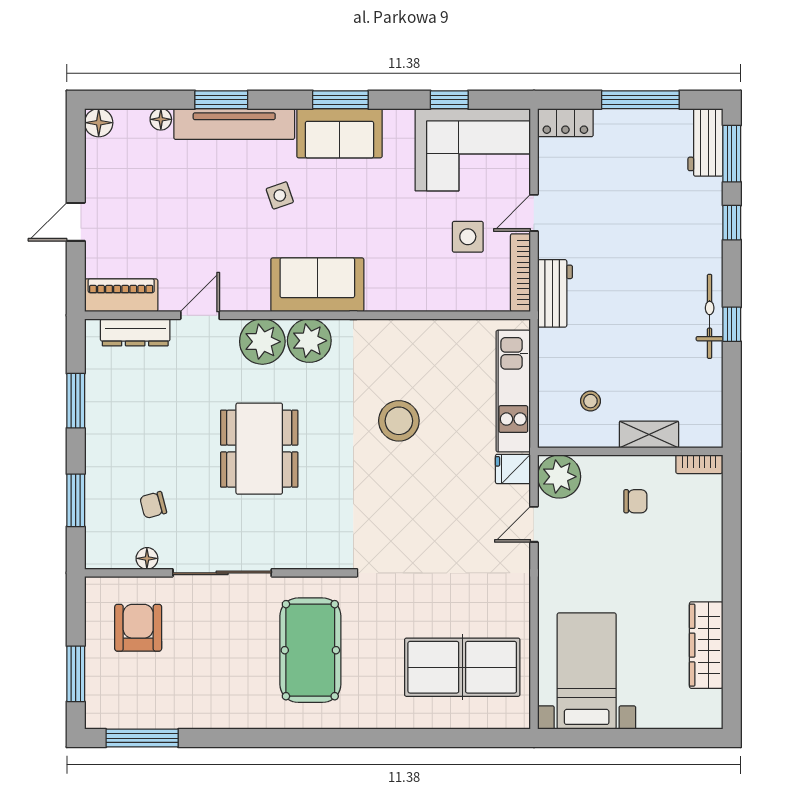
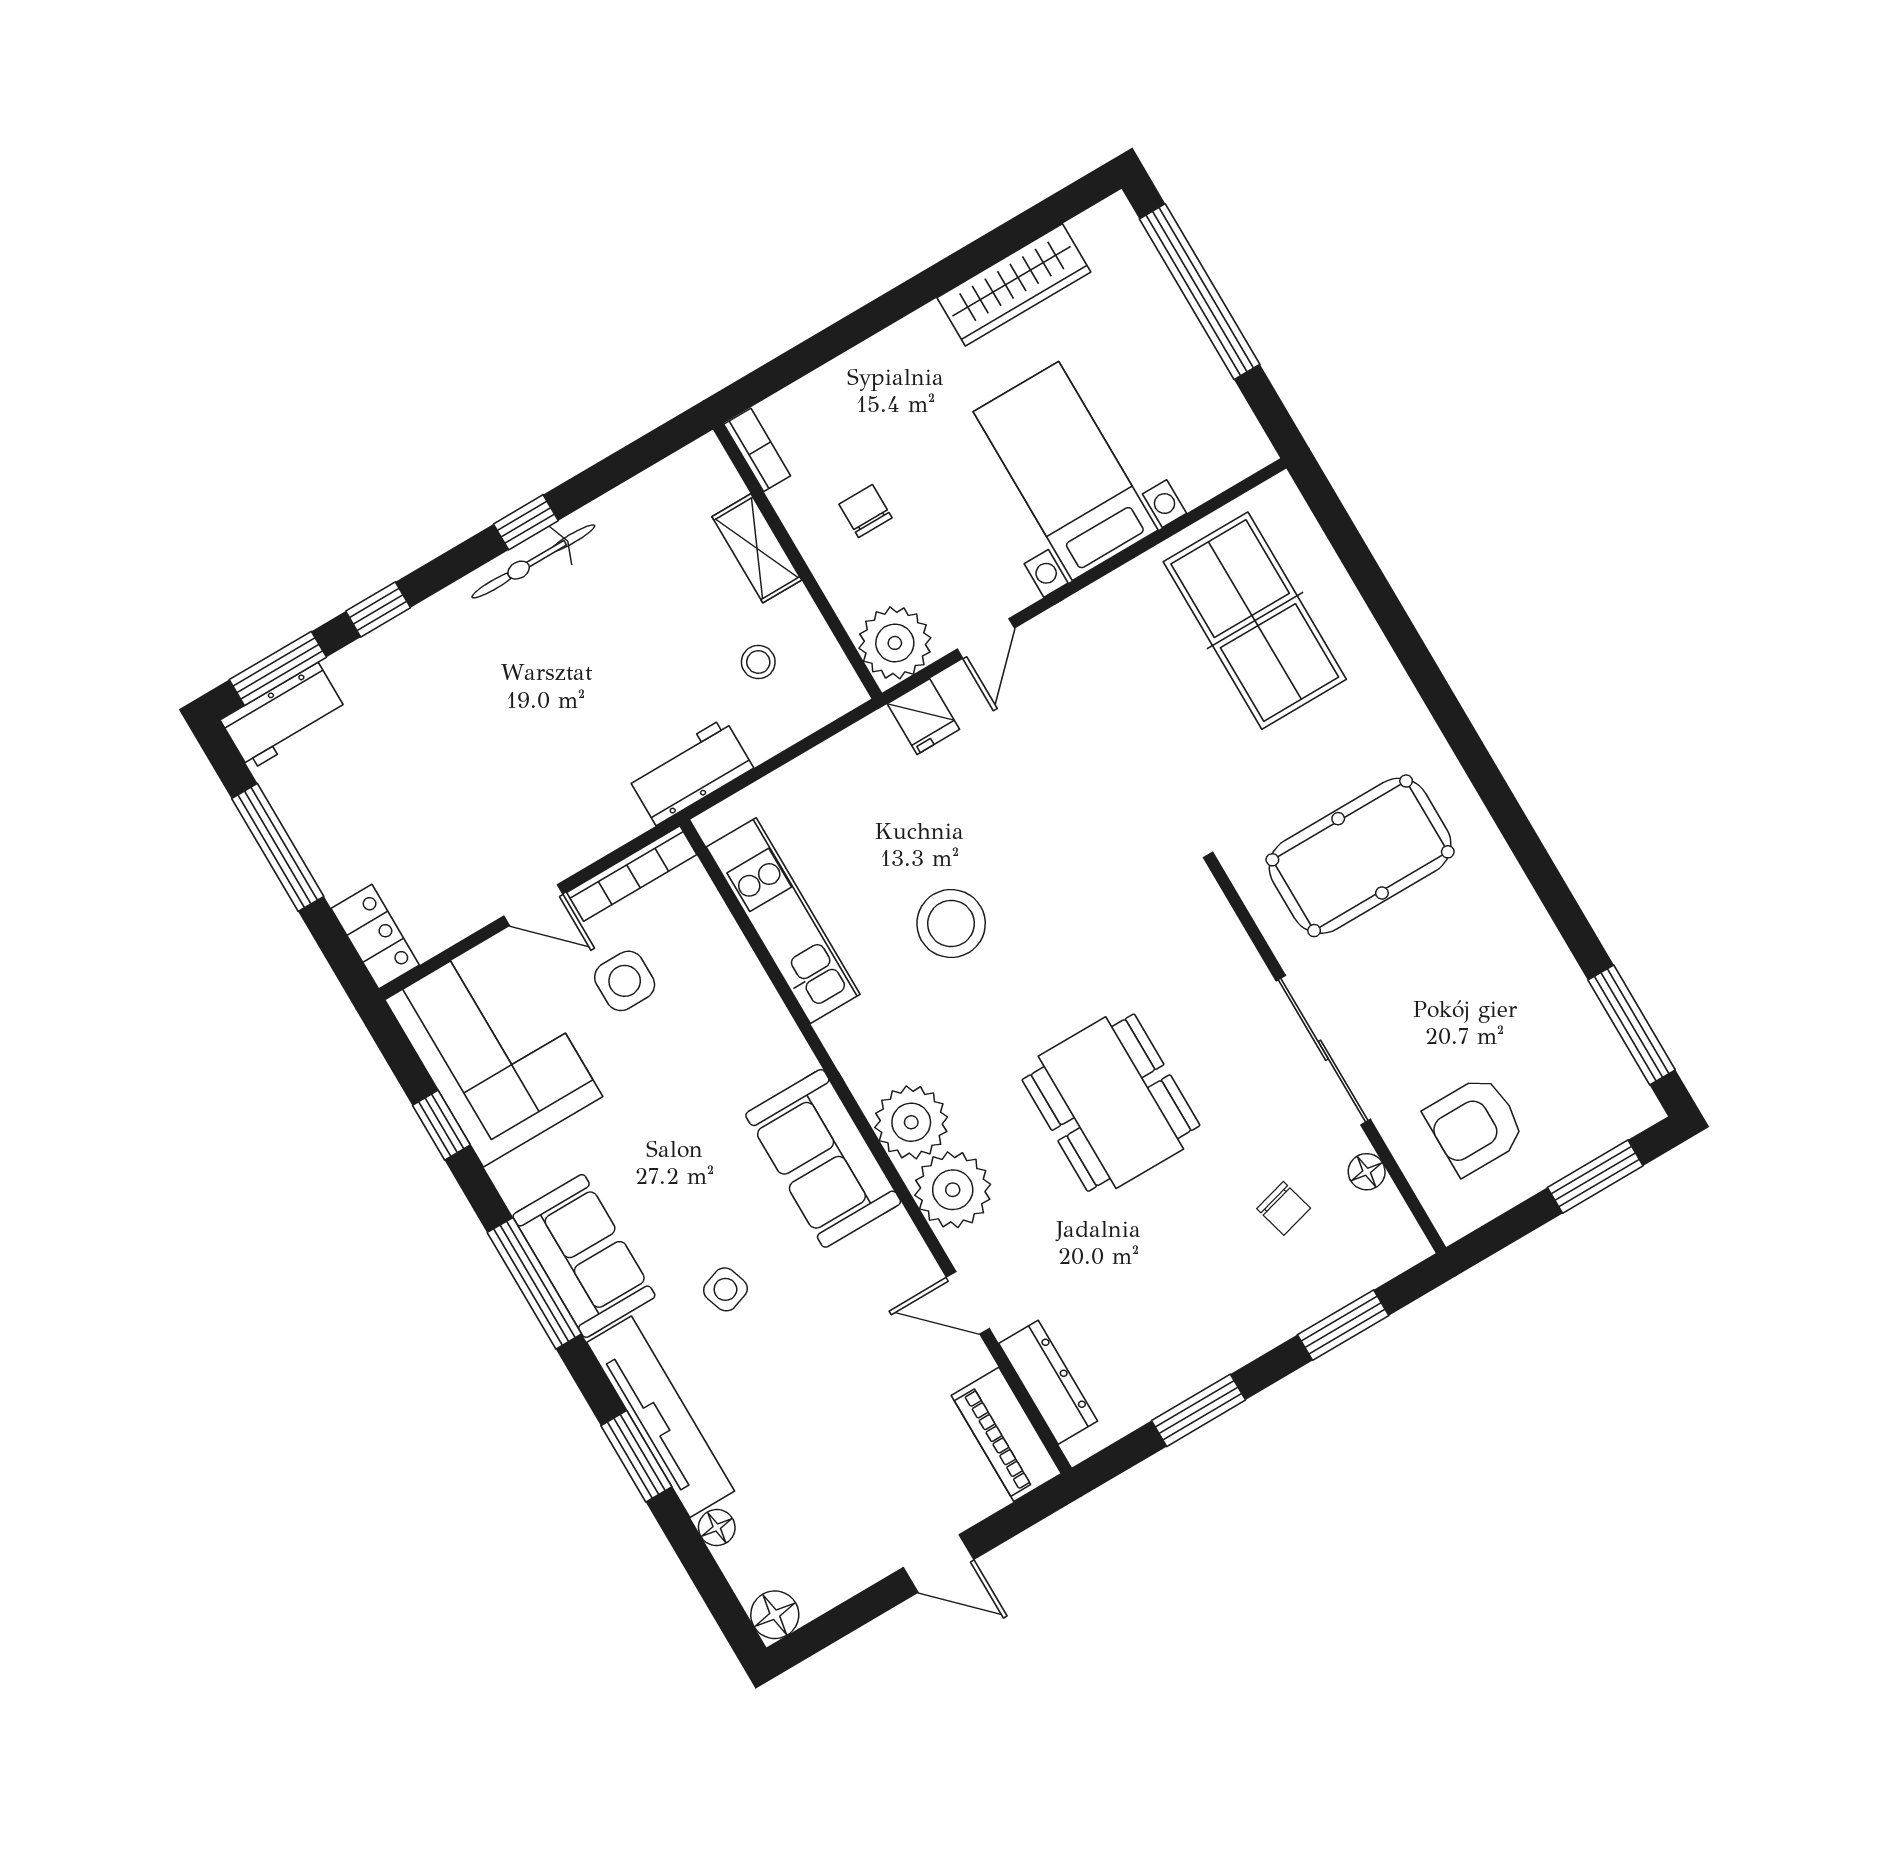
window: (340, 100) -> (534, 1283), width x1.44
workbench: (555, 293) -> (690, 772), moved
kitchen unit: (513, 391) -> (783, 921), moved, turned -90
dining table: (259, 449) -> (1111, 1103), turned 90
door: (534, 524) -> (986, 639), hinge flipped
bed with nightstands: (587, 671) -> (1066, 471), moved, turned 90
window: (647, 738) -> (1200, 292), added

